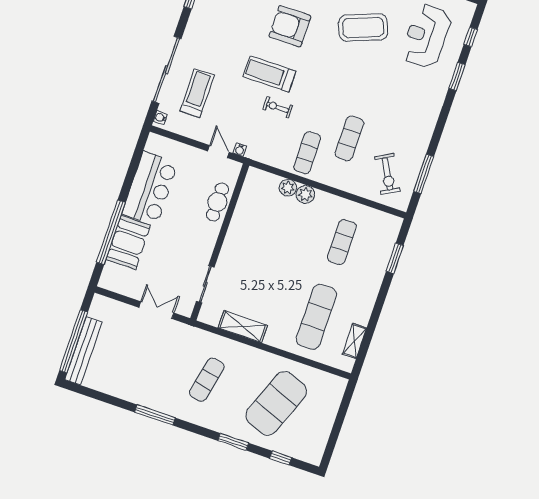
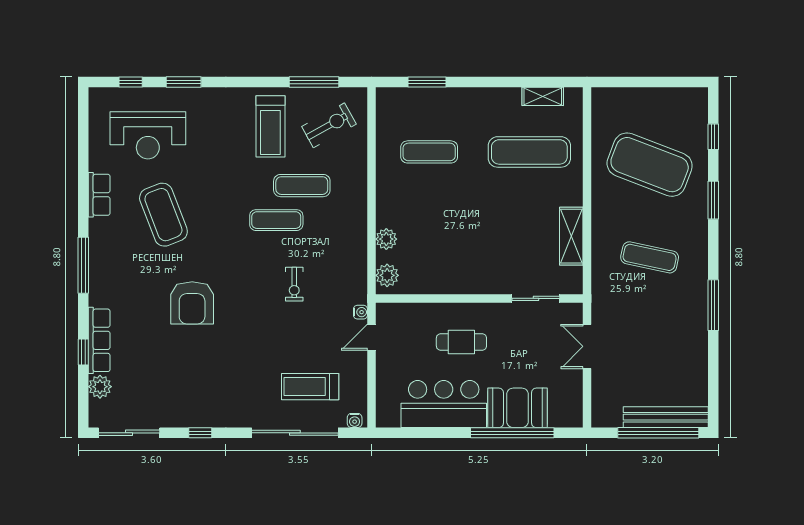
treadmill: (269, 74) -> (270, 126), moved
exercise mat: (307, 153) -> (276, 220), moved
plant: (305, 194) -> (387, 275), moved
cafe table: (217, 202) -> (461, 342), moved

